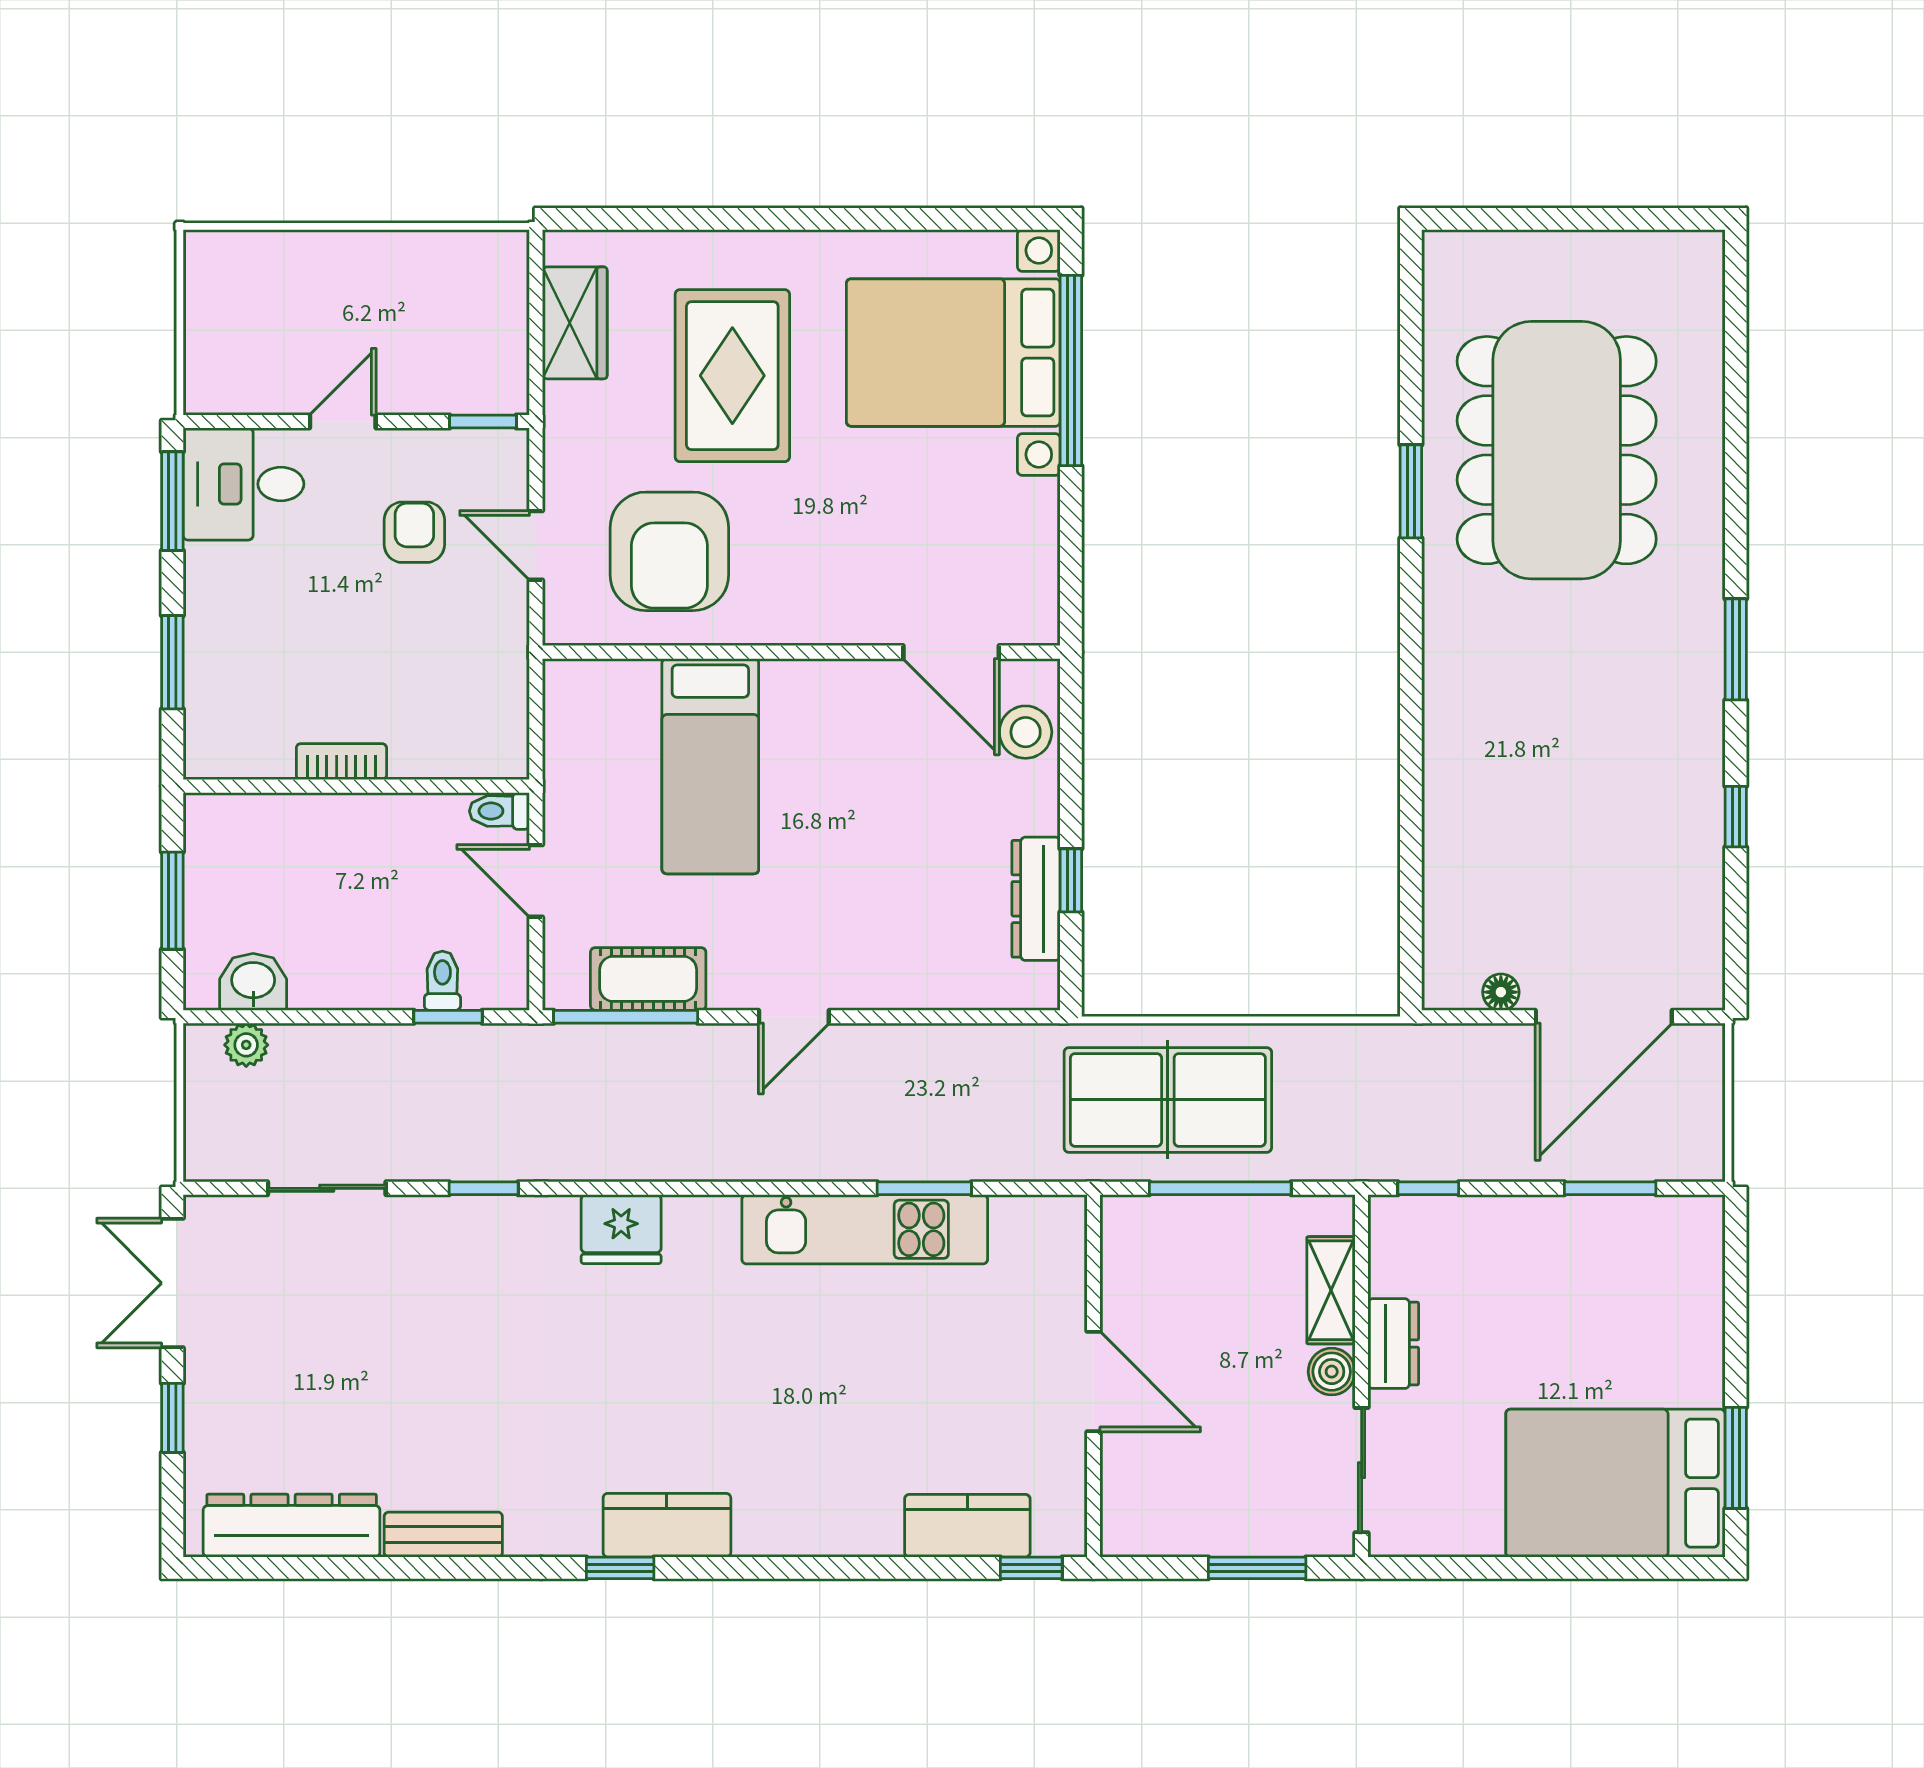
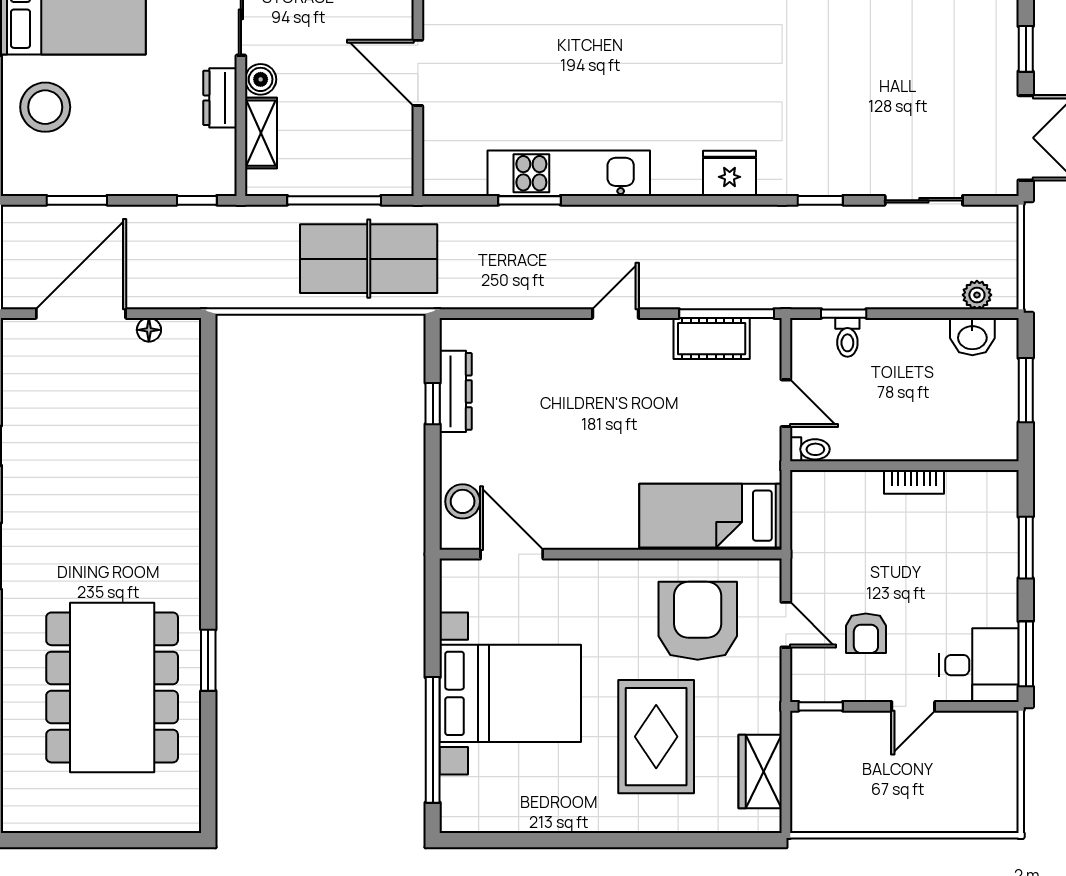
bed with nightstands: (953, 353) -> (510, 693), moved
bed: (710, 766) -> (711, 516), moved, turned -90
stool: (1658, 1330) -> (45, 107), added

